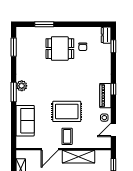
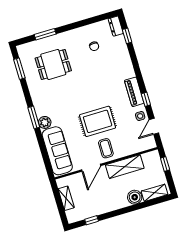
dining table: (60, 49) -> (53, 64), moved
plant: (22, 86) -> (45, 122), moved
window: (113, 89) -> (146, 99), moved
sofa: (25, 121) -> (57, 151), width x1.36

